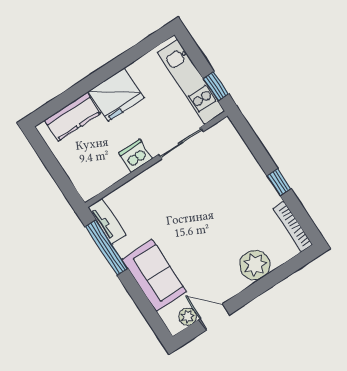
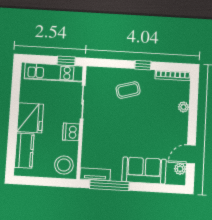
stool: (91, 176) -> (64, 165), added
coffee table: (236, 186) -> (128, 90), added
plant: (255, 265) -> (183, 107), width x0.53, depth x0.53

